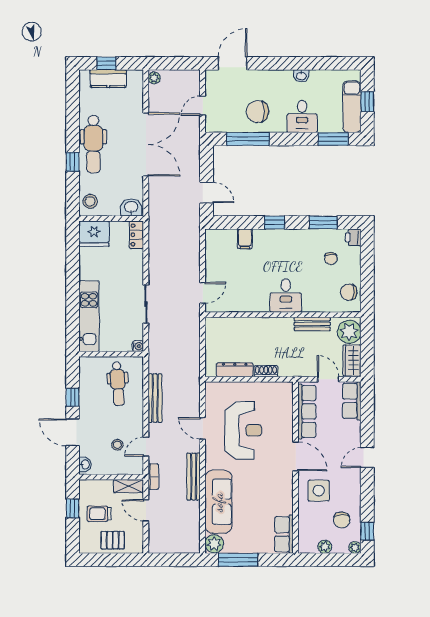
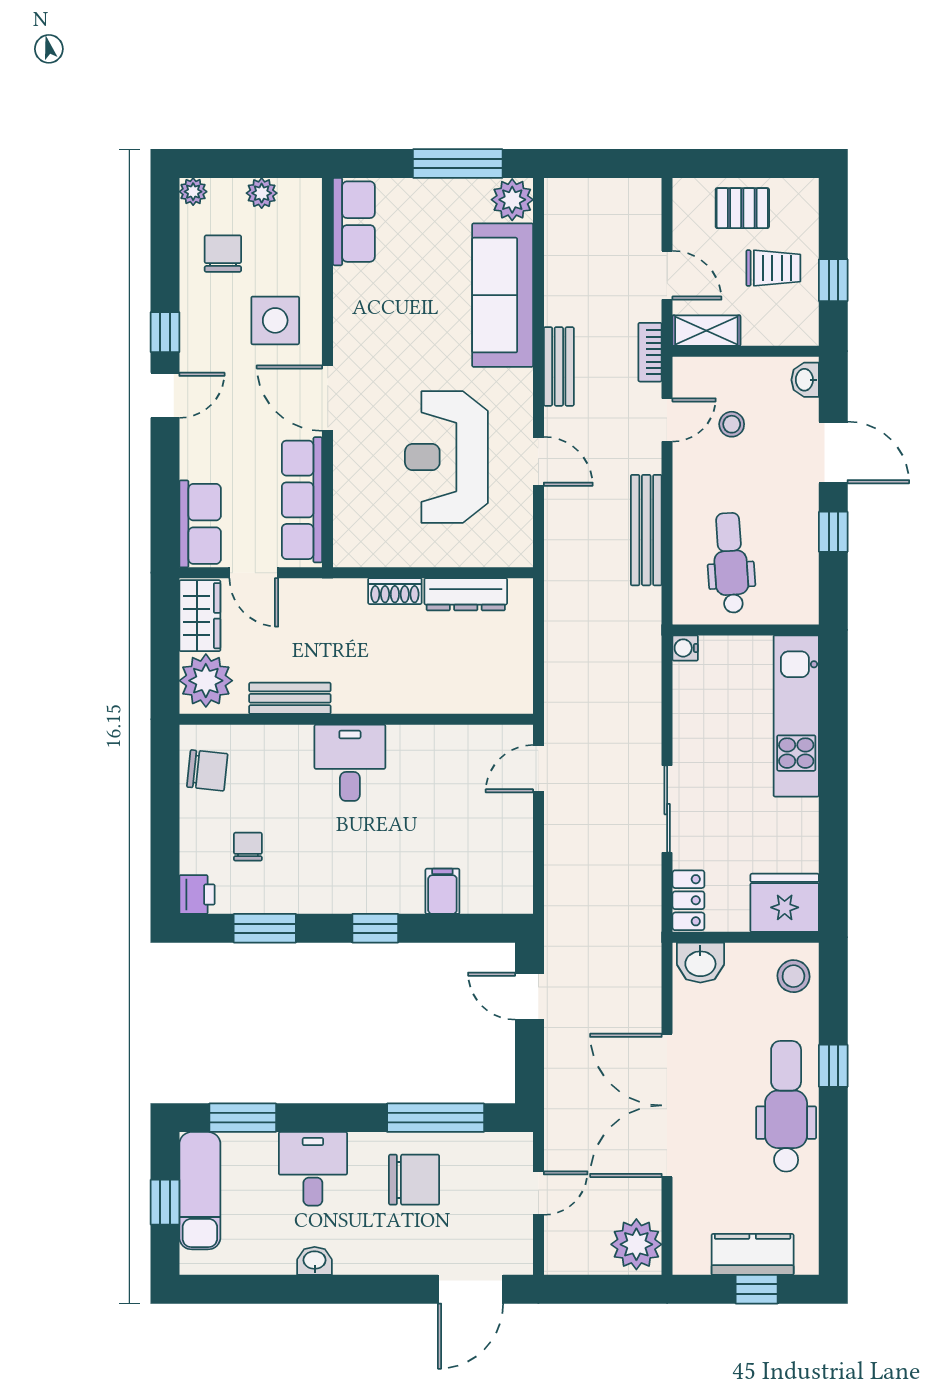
plant: (154, 78) -> (636, 1244), width x1.88, depth x1.88
sliding door: (146, 304) -> (667, 809), moved
bench: (194, 477) -> (559, 366), width x0.73
window: (367, 531) -> (165, 332), moved

